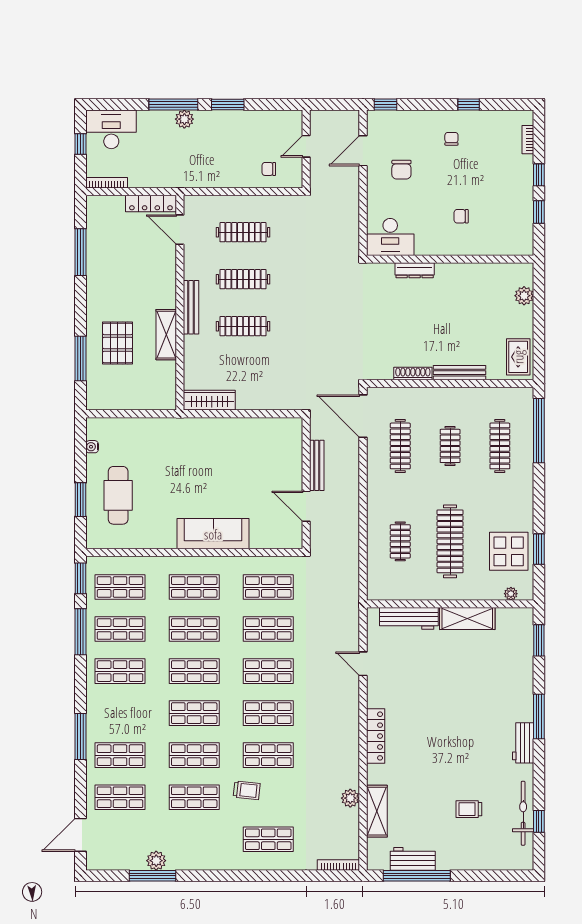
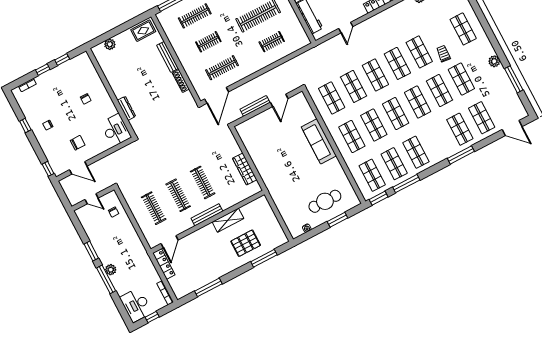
wardrobe: (209, 400) -> (245, 169), moved
plant: (156, 861) -> (494, 61), moved

